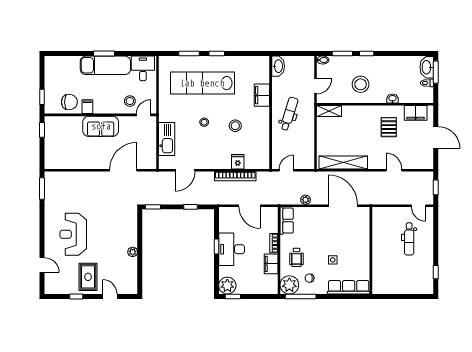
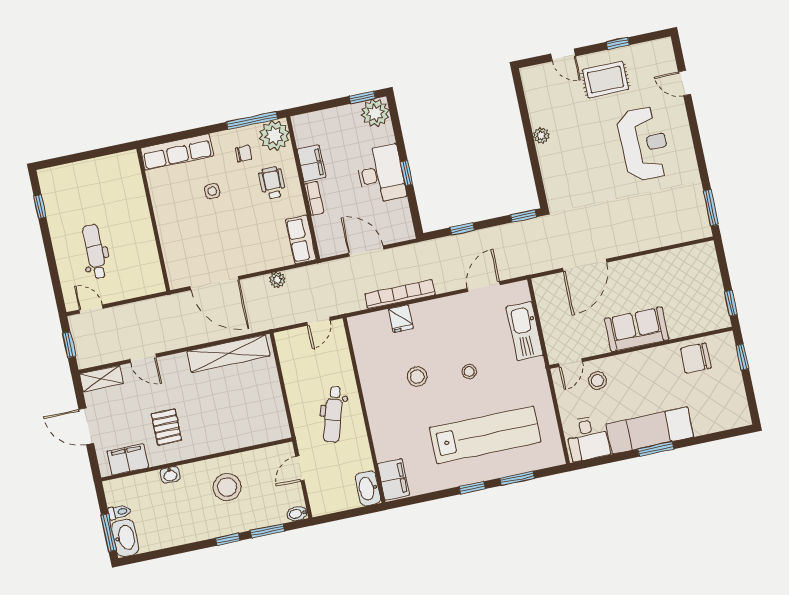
filing cabinet: (262, 95) -> (393, 479), moved
filing cabinet: (87, 107) -> (665, 357), removed
shelving: (329, 111) -> (101, 379), moved
rug: (88, 277) -> (605, 80), turned 90

